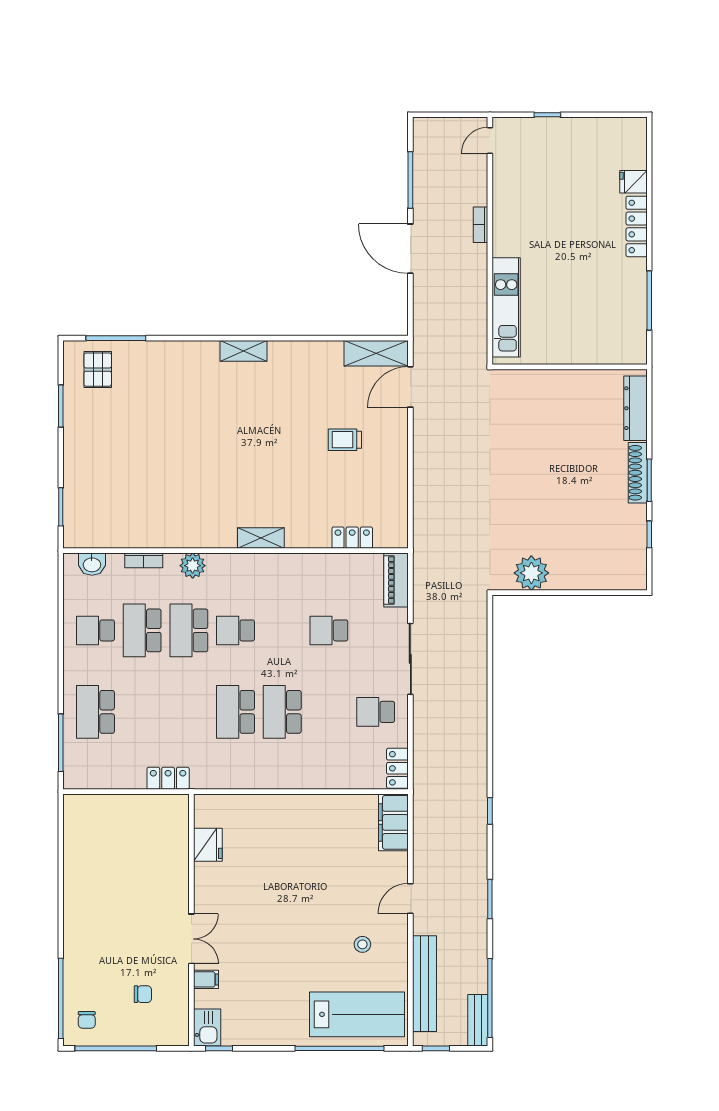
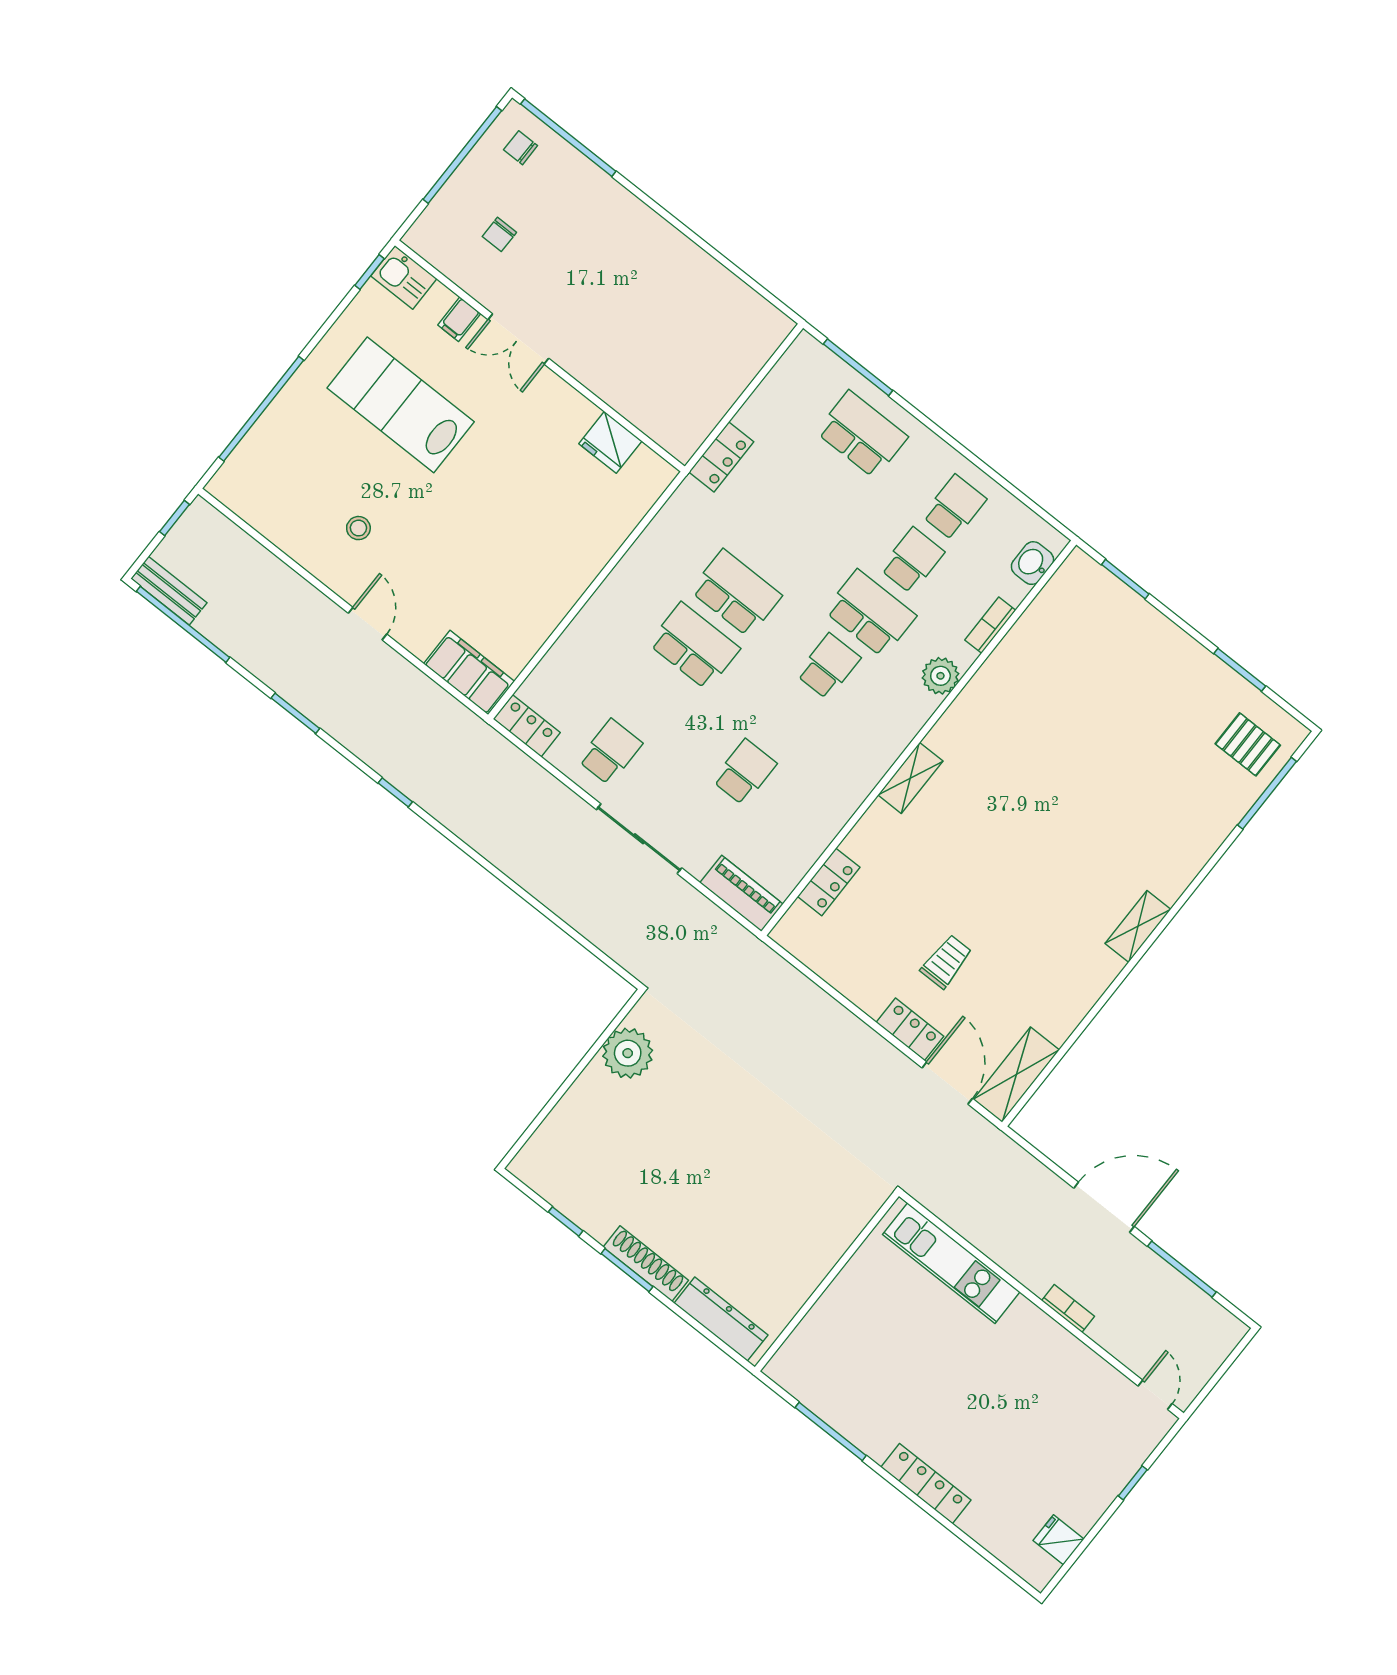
fridge: (633, 182) -> (1059, 1540), moved, turned -90
locker: (397, 430) -> (910, 1029), added
school desk: (142, 630) -> (912, 560), width x0.54
bench: (424, 984) -> (258, 563), removed
lab bench: (357, 1014) -> (401, 405), moved, turned 90

